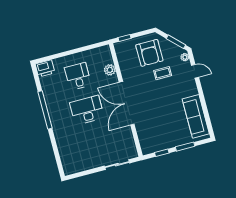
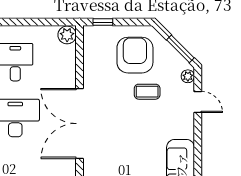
armchair: (149, 53) -> (135, 55), turned 180
plant: (110, 70) -> (67, 35), moved

